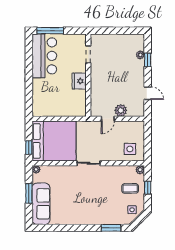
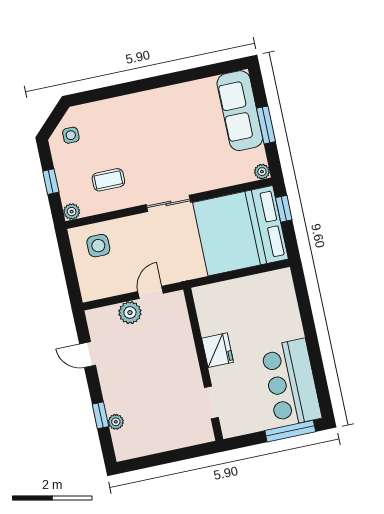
coffee table: (130, 188) -> (108, 180), moved
window: (111, 228) -> (102, 94), removed

